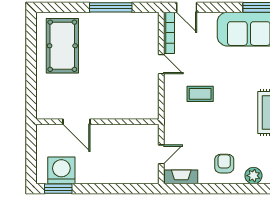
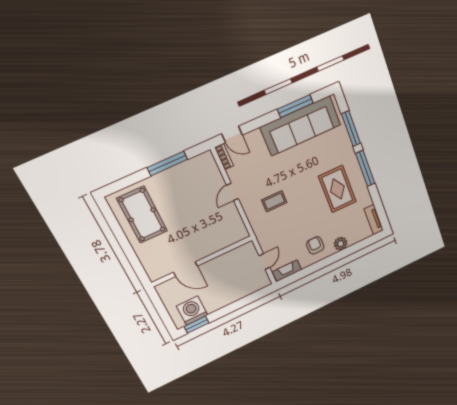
bookcase: (169, 33) -> (224, 157), width x0.64
door: (161, 64) -> (232, 192), swing flipped

